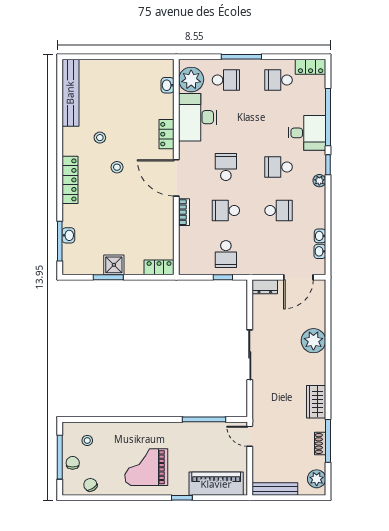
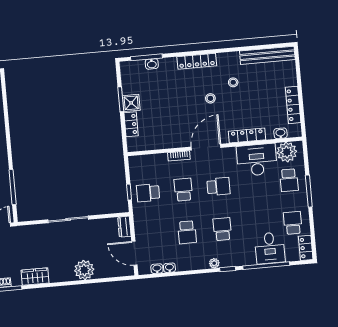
locker: (134, 67) -> (293, 105), added
desk: (307, 133) -> (270, 248), moved
locker: (167, 134) -> (247, 135), width x1.53
locker: (159, 267) -> (131, 124), moved

